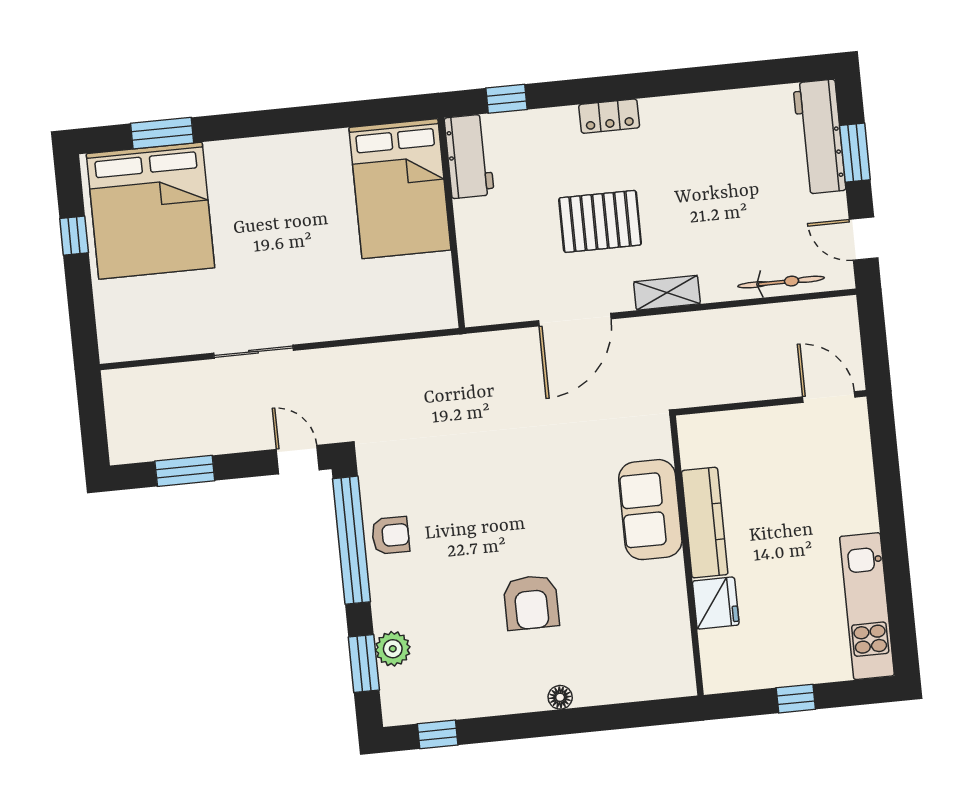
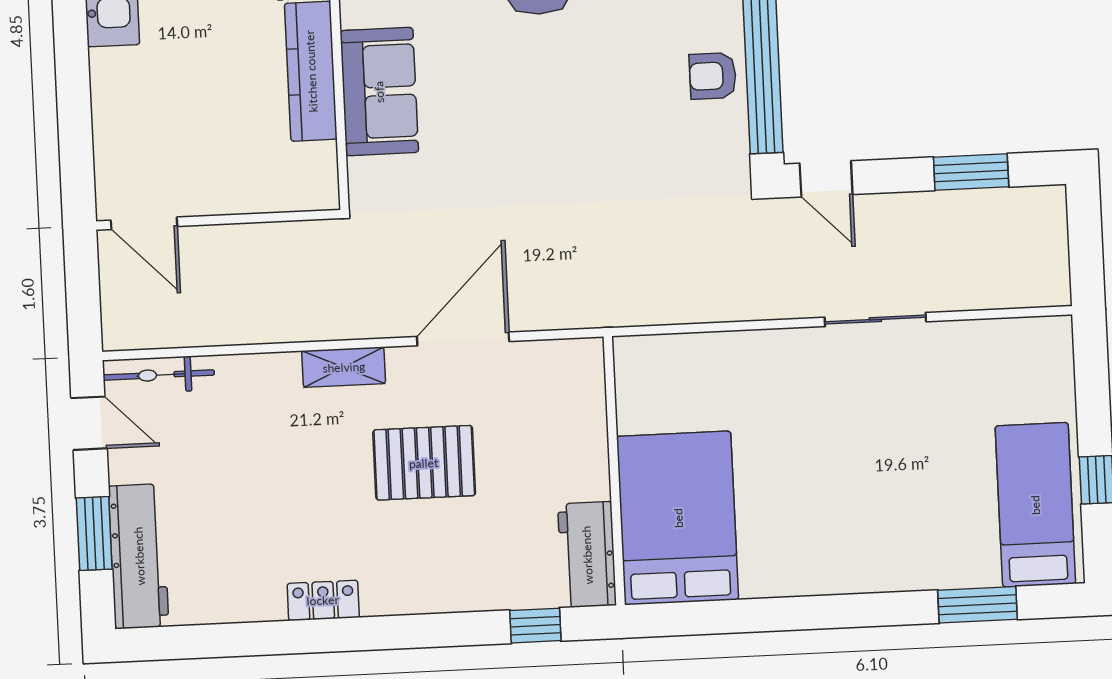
locker: (609, 116) -> (323, 600), moved
bed: (150, 211) -> (1035, 505), width x0.49
bicycle: (781, 282) -> (159, 375), moved

